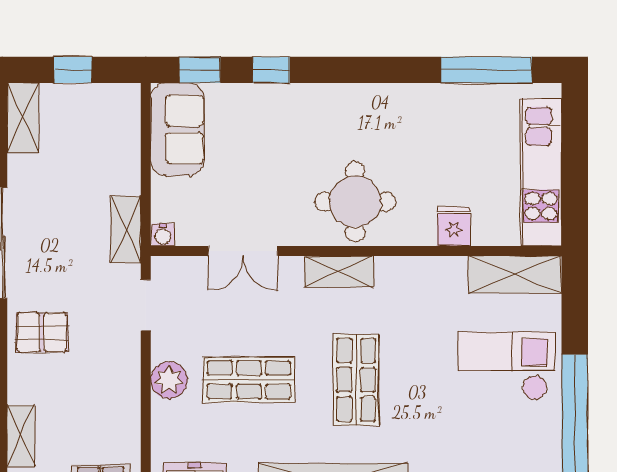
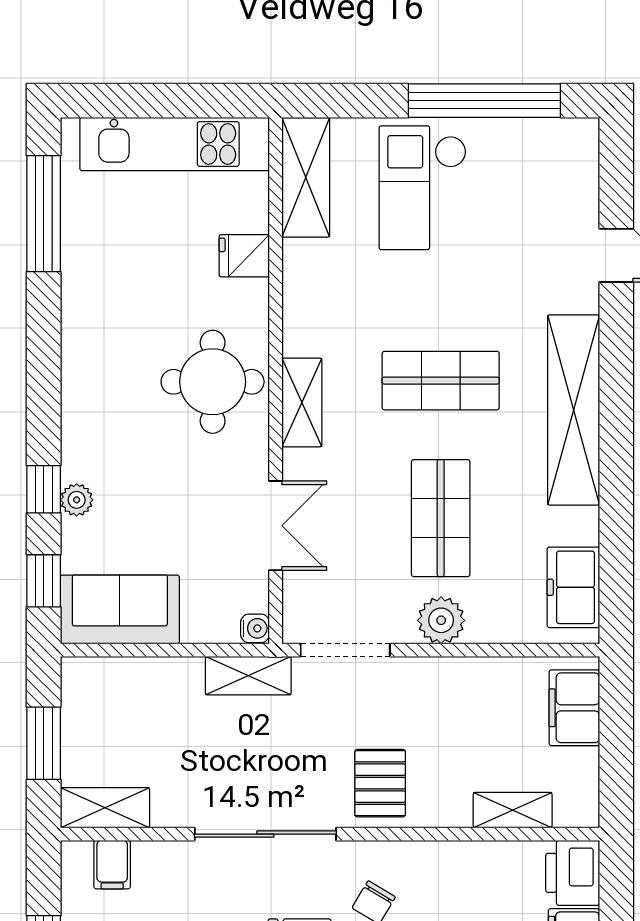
window: (73, 70) -> (44, 743), width x1.50
plant: (263, 96) -> (77, 500), added
doorway: (146, 305) -> (345, 650), width x1.38

